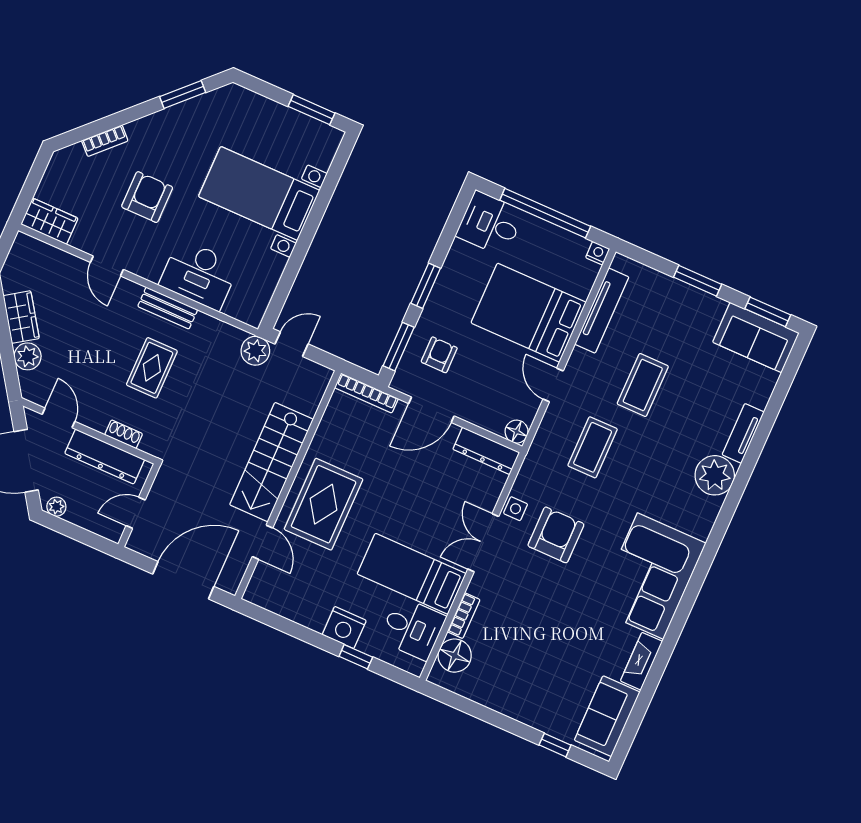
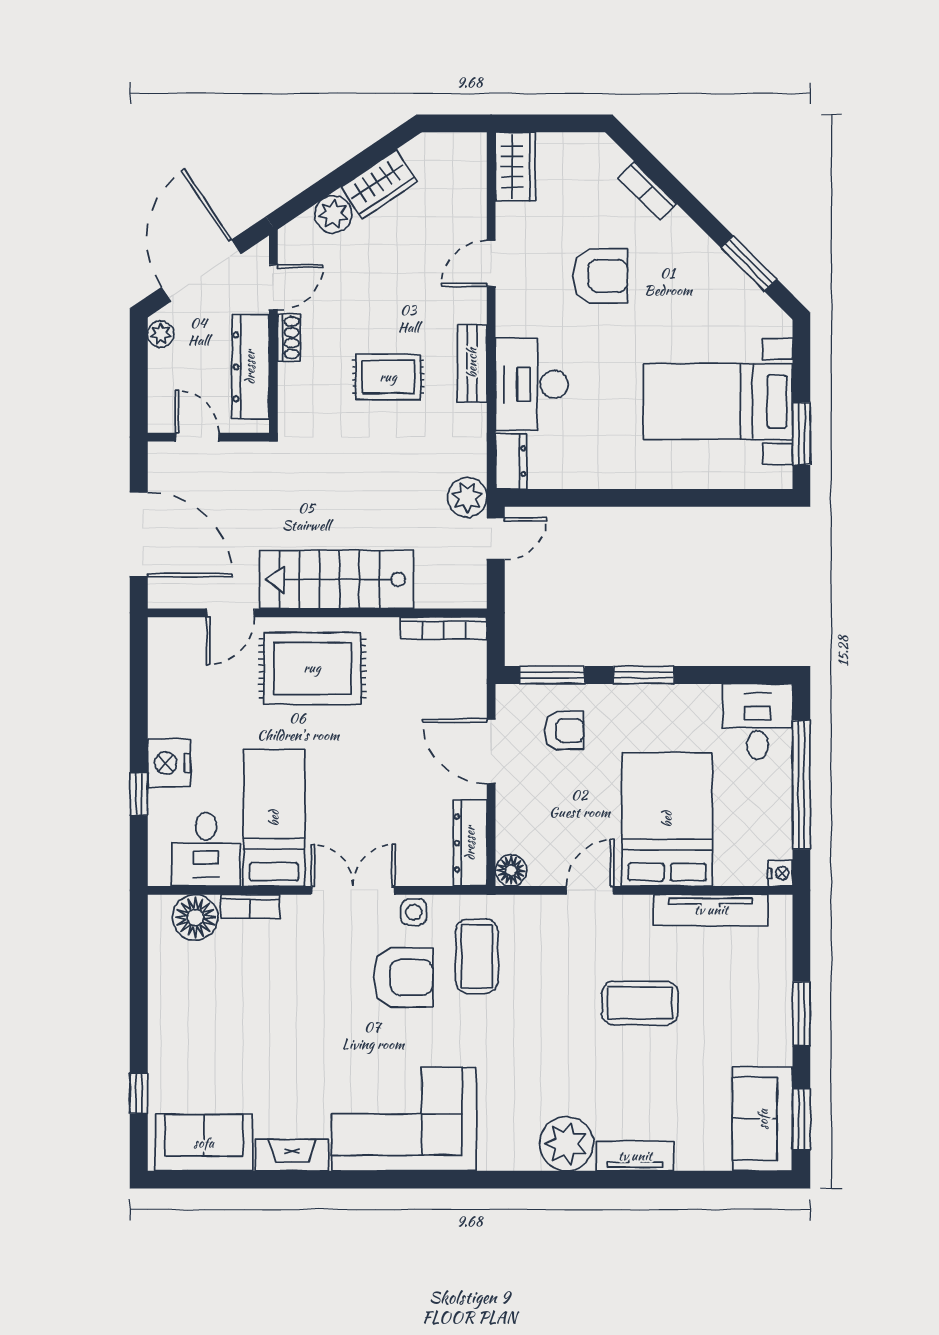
bed with nightstands: (259, 193) -> (718, 402), moved, turned -90
dresser: (244, 311) -> (511, 461), added
door: (291, 344) -> (496, 539), hinge flipped
bookcase: (366, 393) -> (444, 628), moved, turned -90
shoe rack: (124, 434) -> (289, 338), moved
coffee table: (593, 447) -> (477, 956), moved, turned 90

